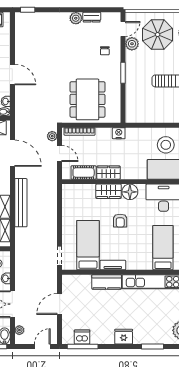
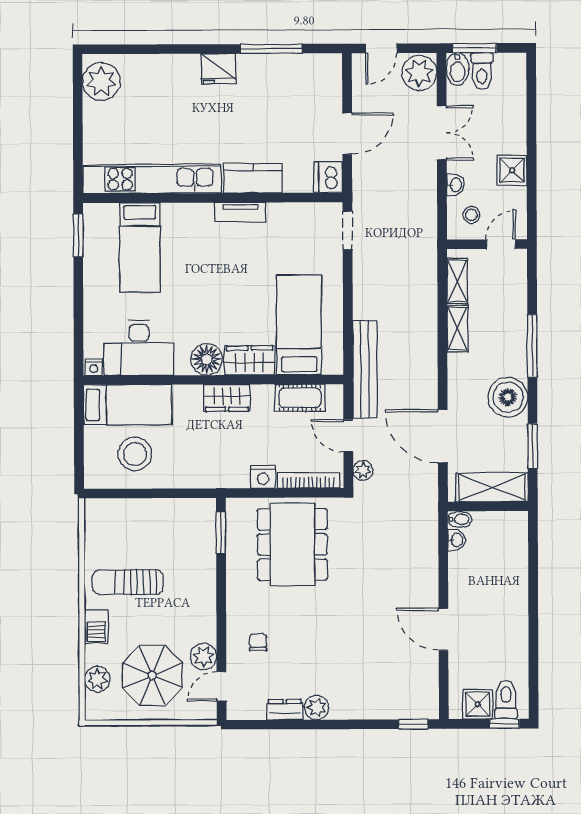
window: (123, 73) -> (221, 533), moved
door: (12, 74) -> (443, 629), moved
nightstand: (119, 133) -> (263, 477), moved
wardrobe: (109, 173) -> (227, 398), moved
bench: (21, 203) -> (365, 369), moved
armchair: (120, 221) -> (226, 302), removed
bed: (88, 245) -> (299, 325), moved, turned 180
plant: (19, 330) -> (419, 73), width x1.87, depth x1.87
dishwasher: (82, 337) -> (328, 177), moved, turned 90
window: (83, 346) -> (271, 49), moved
window: (152, 346) -> (160, 49), removed

